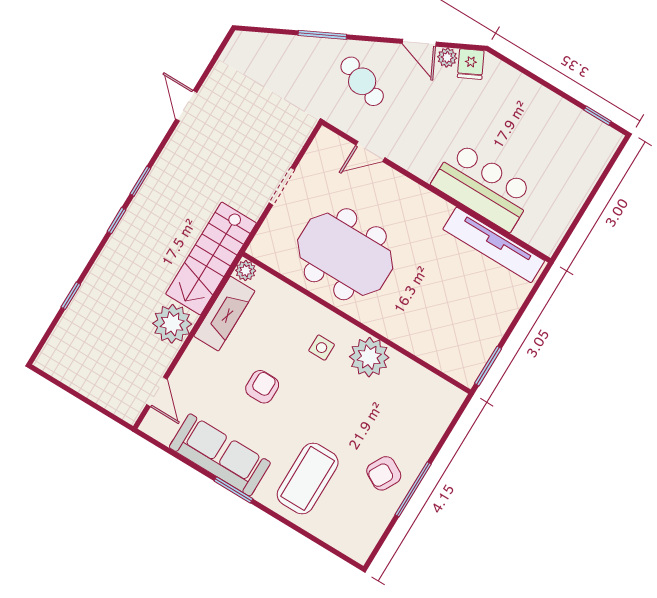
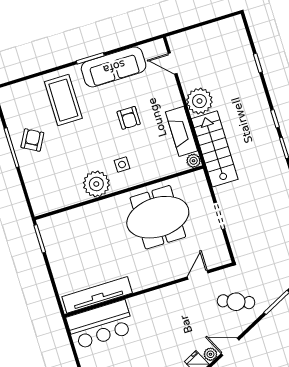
bar counter: (483, 187) -> (100, 325), moved

